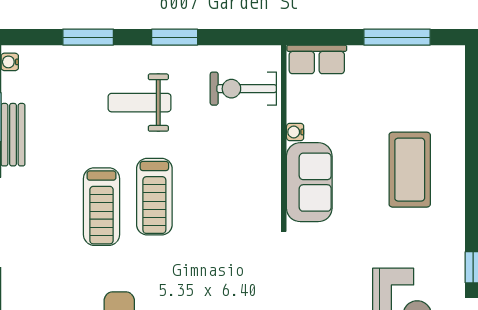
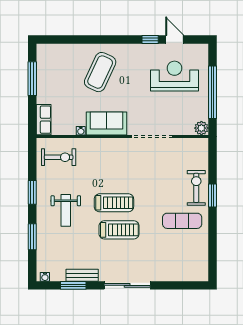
exercise bike: (243, 89) -> (59, 157), turned -90
coffee table: (410, 170) -> (100, 72), turned -65

